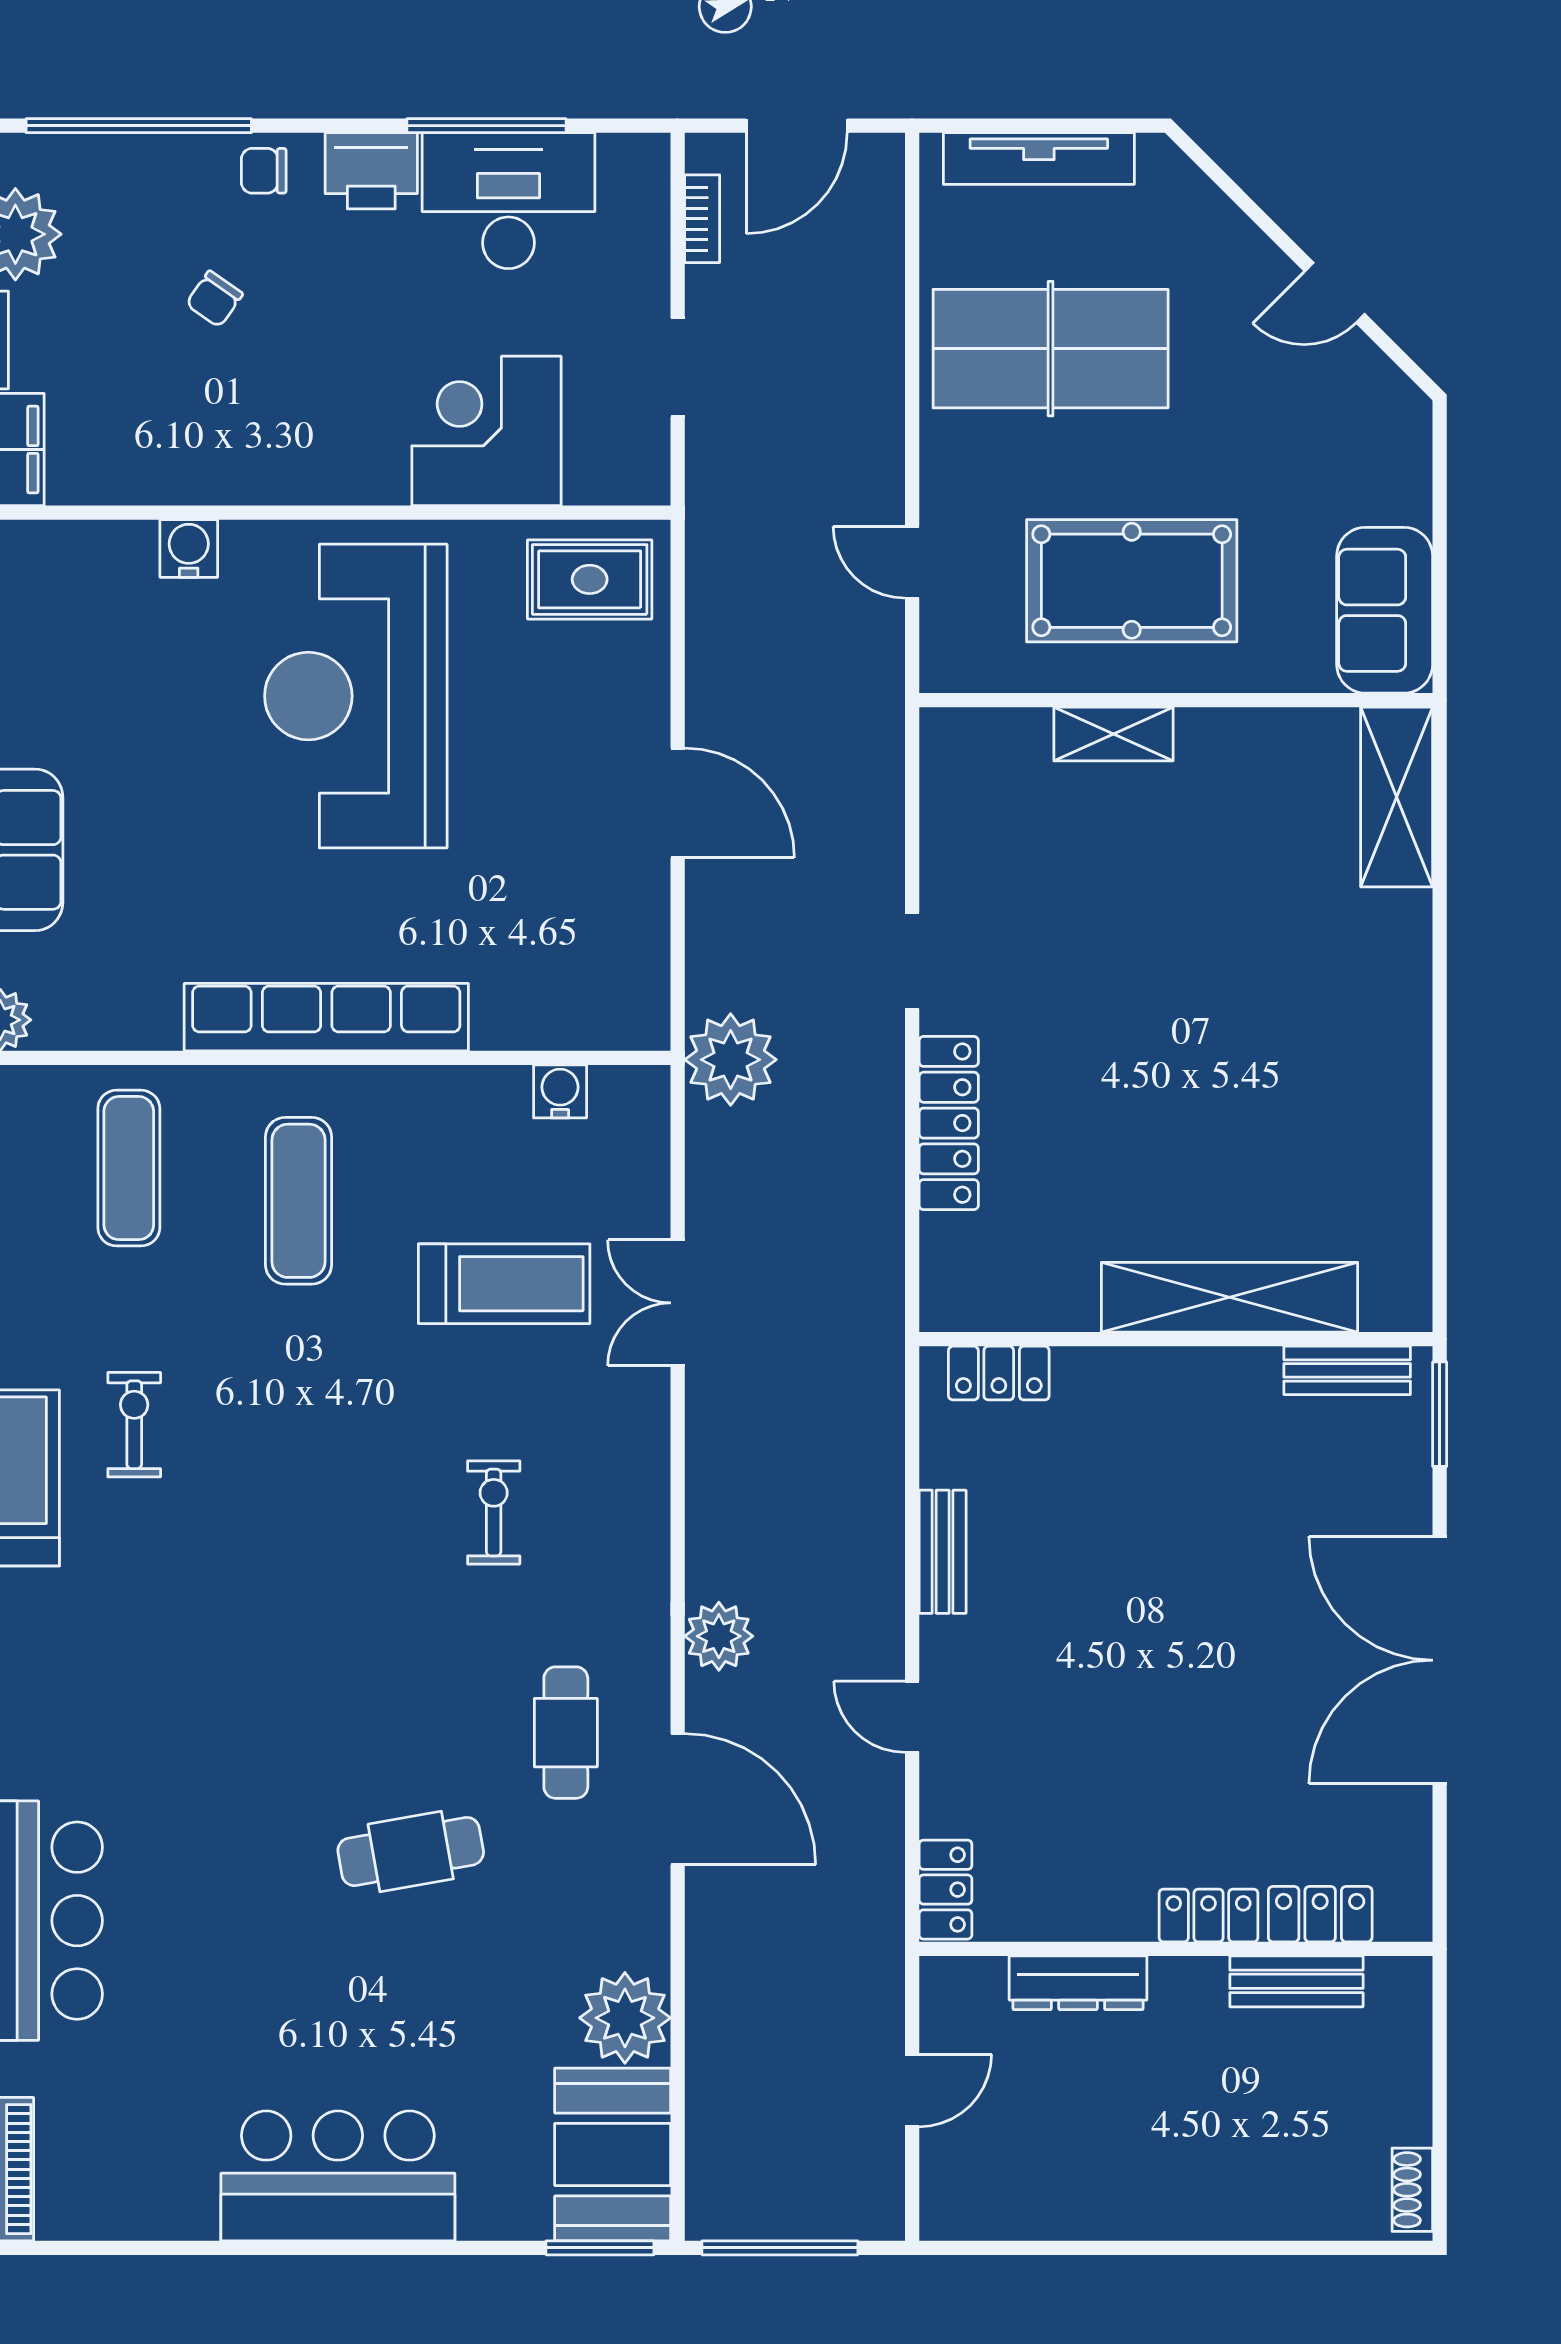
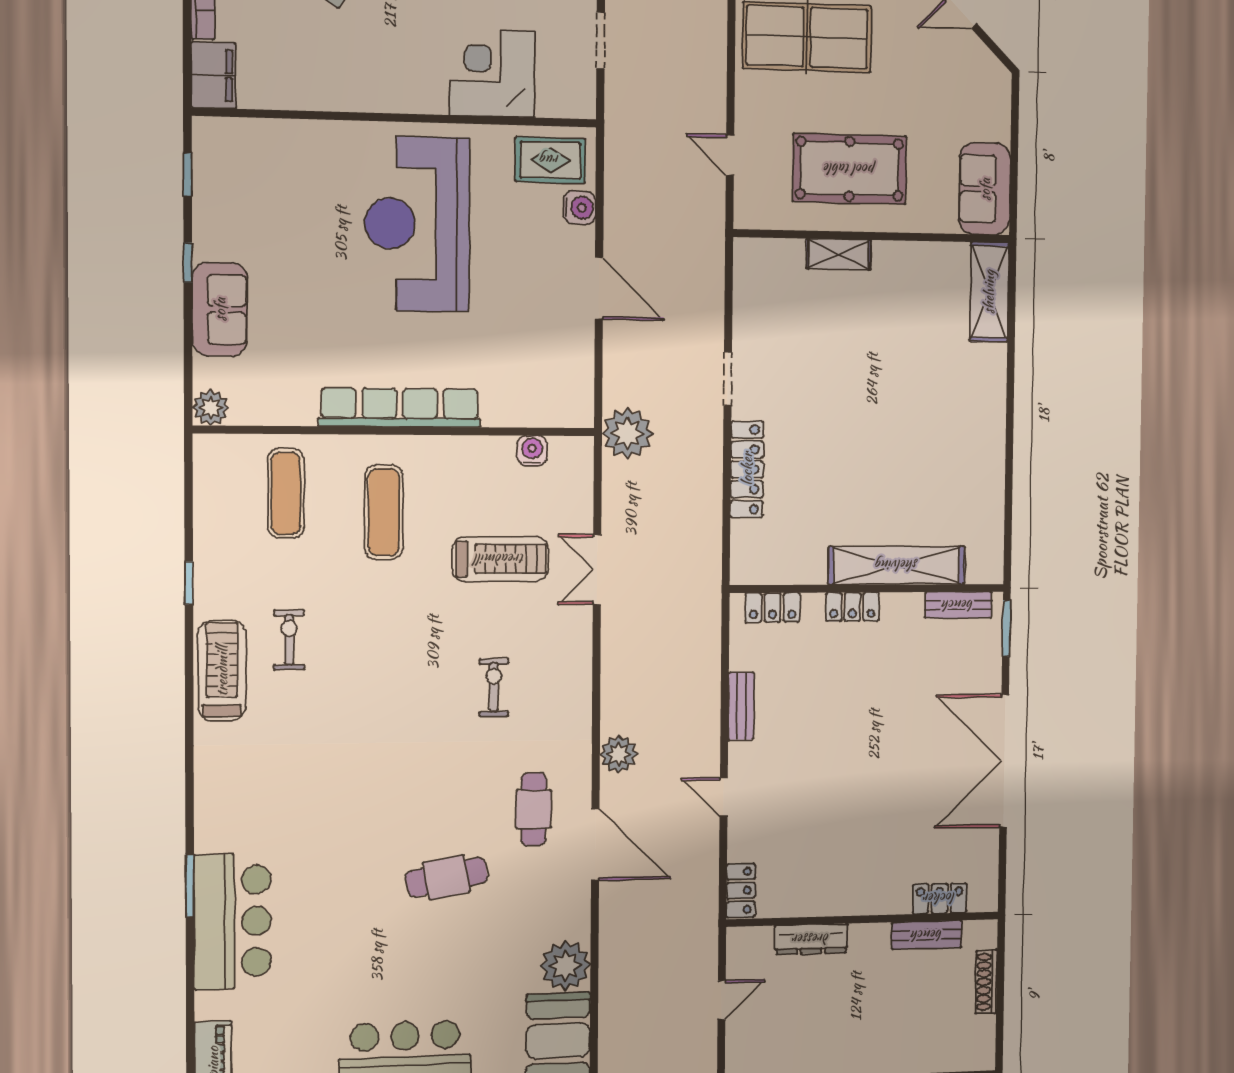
water cooler: (189, 548) -> (579, 208), moved, turned 90
locker: (1208, 1915) -> (852, 607), moved, turned 180
shoe rack: (1412, 2190) -> (986, 982), moved, width x1.43

